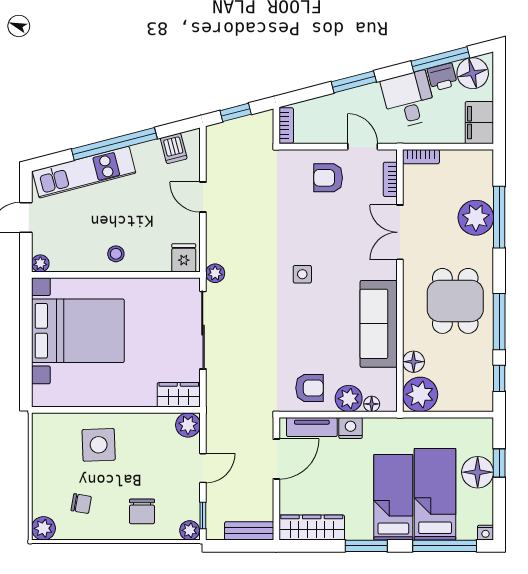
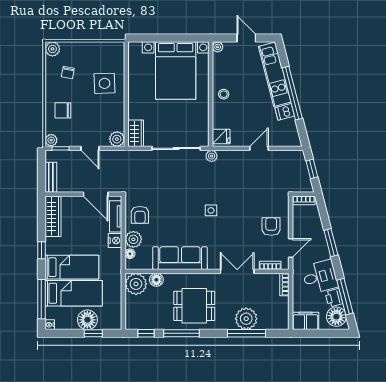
dishwasher: (174, 148) -> (285, 112), moved
window: (366, 546) -> (41, 250), width x0.67

